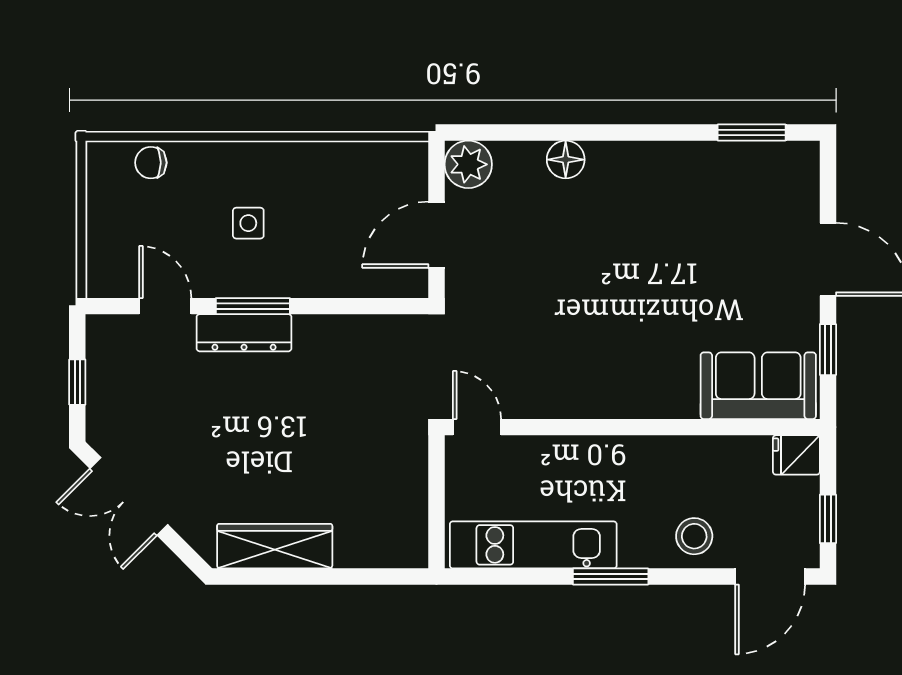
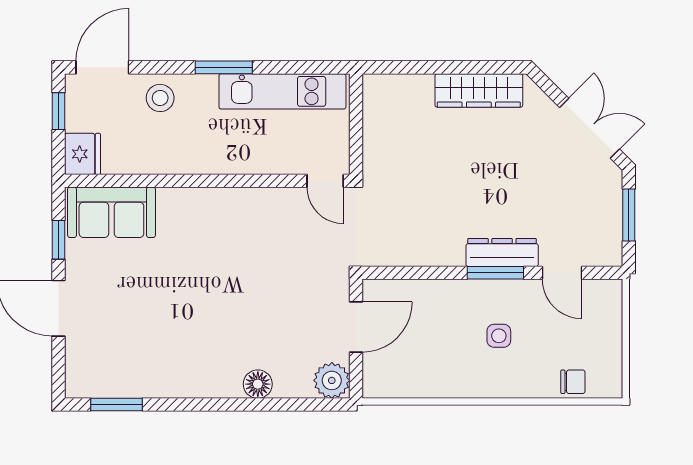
window: (77, 382) -> (629, 215), width x1.50
fridge: (796, 455) -> (83, 154), width x1.38

